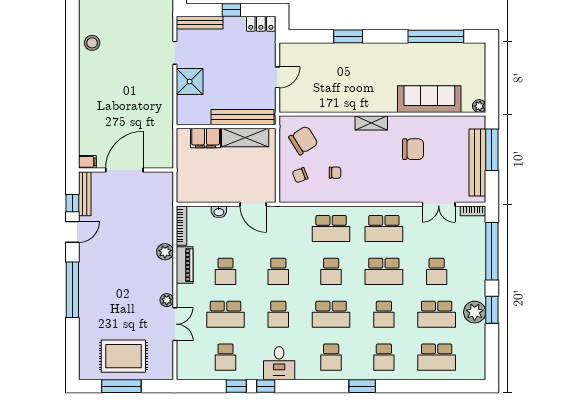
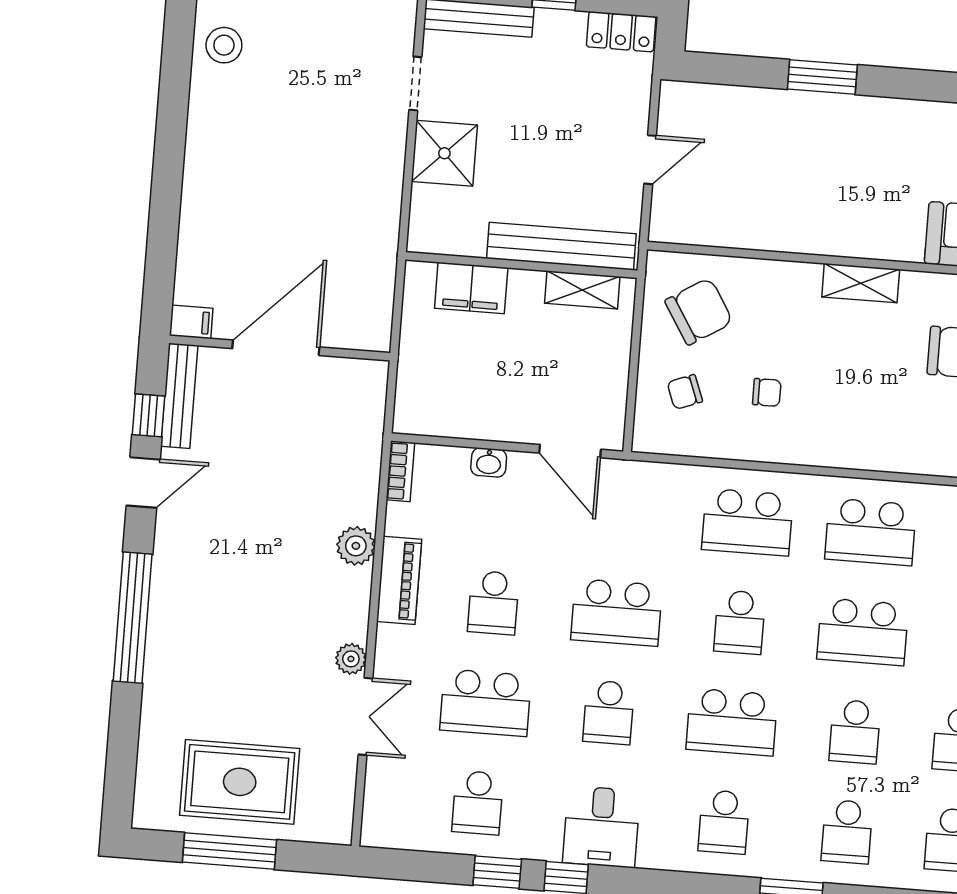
shelving: (245, 137) -> (582, 290), width x0.67, depth x0.75
bookcase: (182, 226) -> (400, 471), width x0.64
school desk: (278, 271) -> (616, 612), width x1.85

